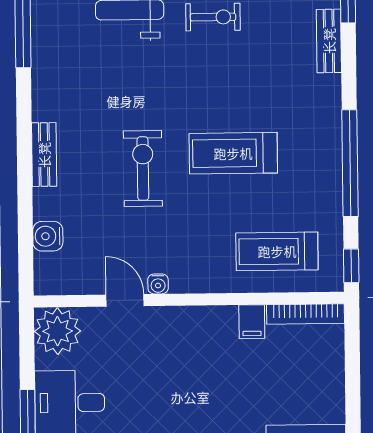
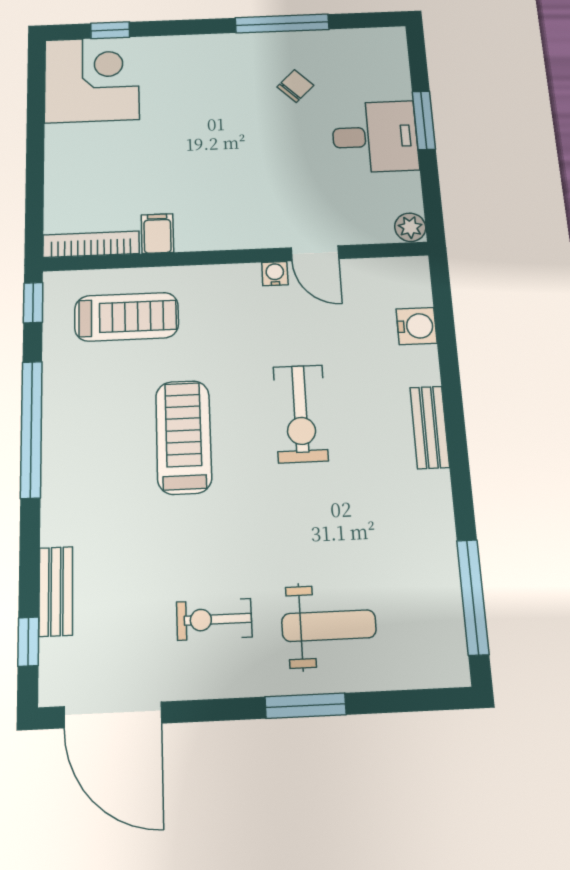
treadmill: (233, 153) -> (184, 437), turned -90
plant: (58, 331) -> (410, 227), width x0.53, depth x0.53

